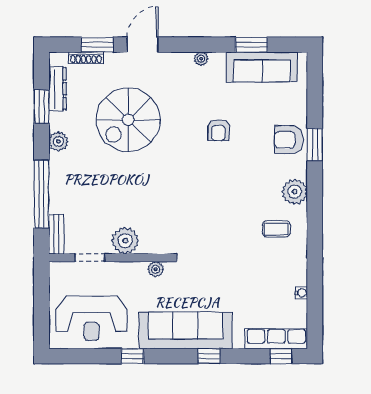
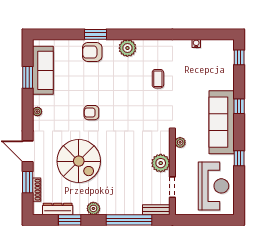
armchair: (218, 130) -> (91, 113), moved, turned 180
armchair: (289, 140) -> (92, 52), turned 90
coffee table: (276, 229) -> (158, 79), moved
row of seats: (276, 339) -> (227, 61), removed

